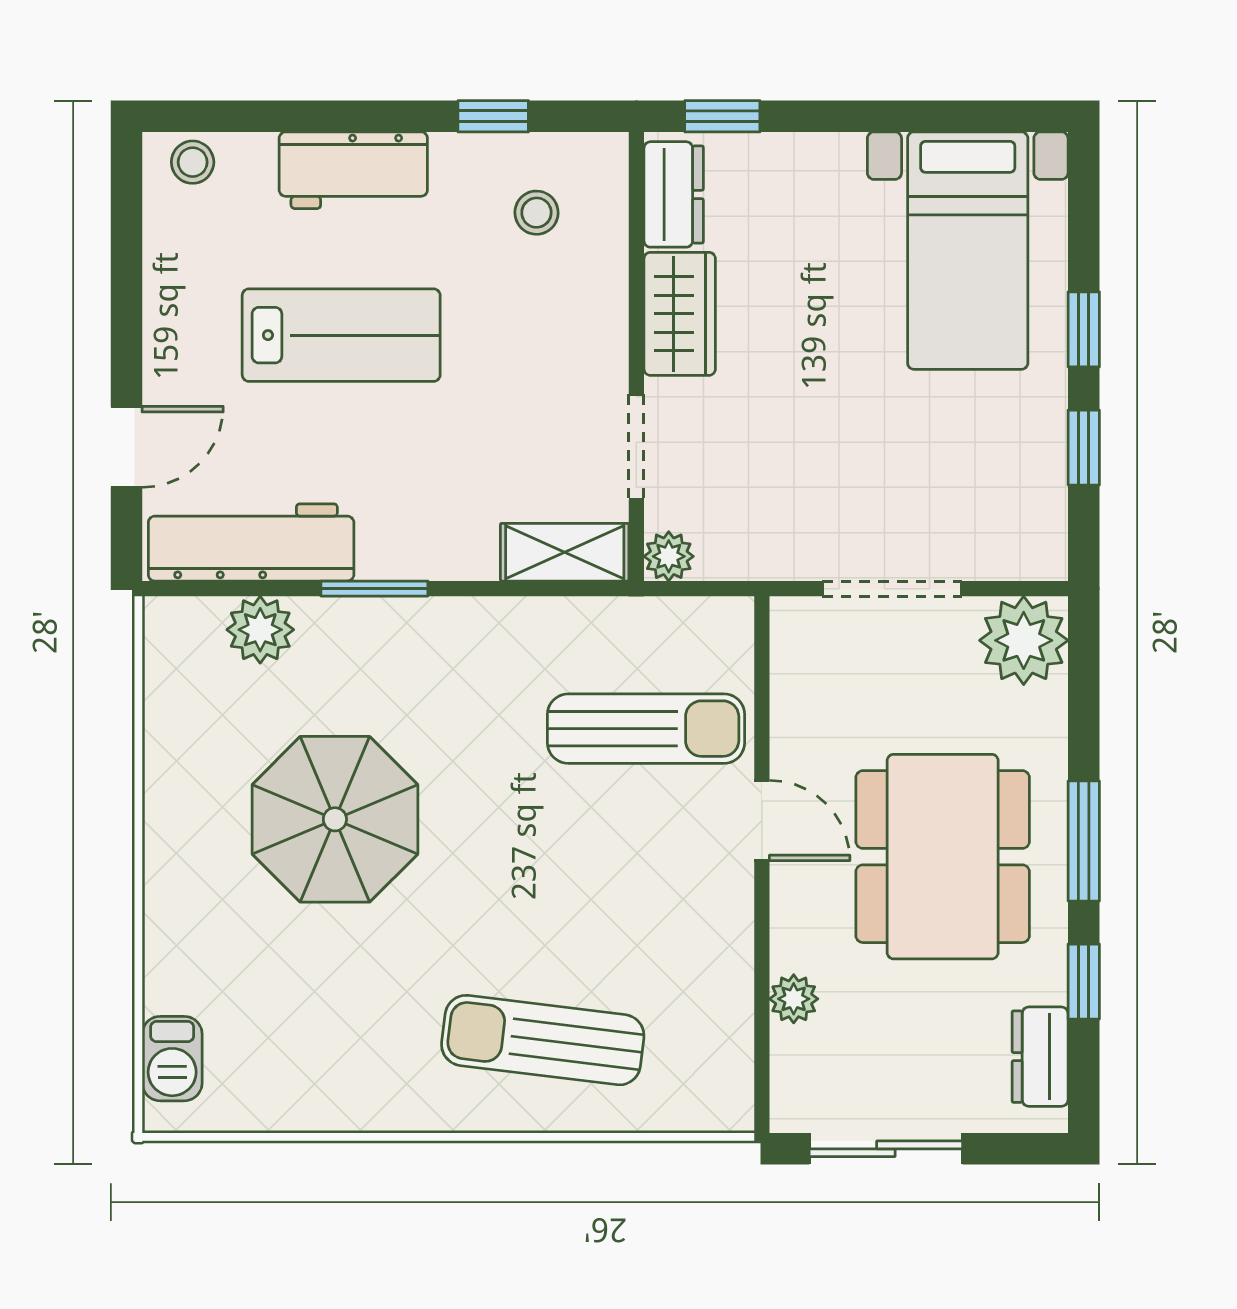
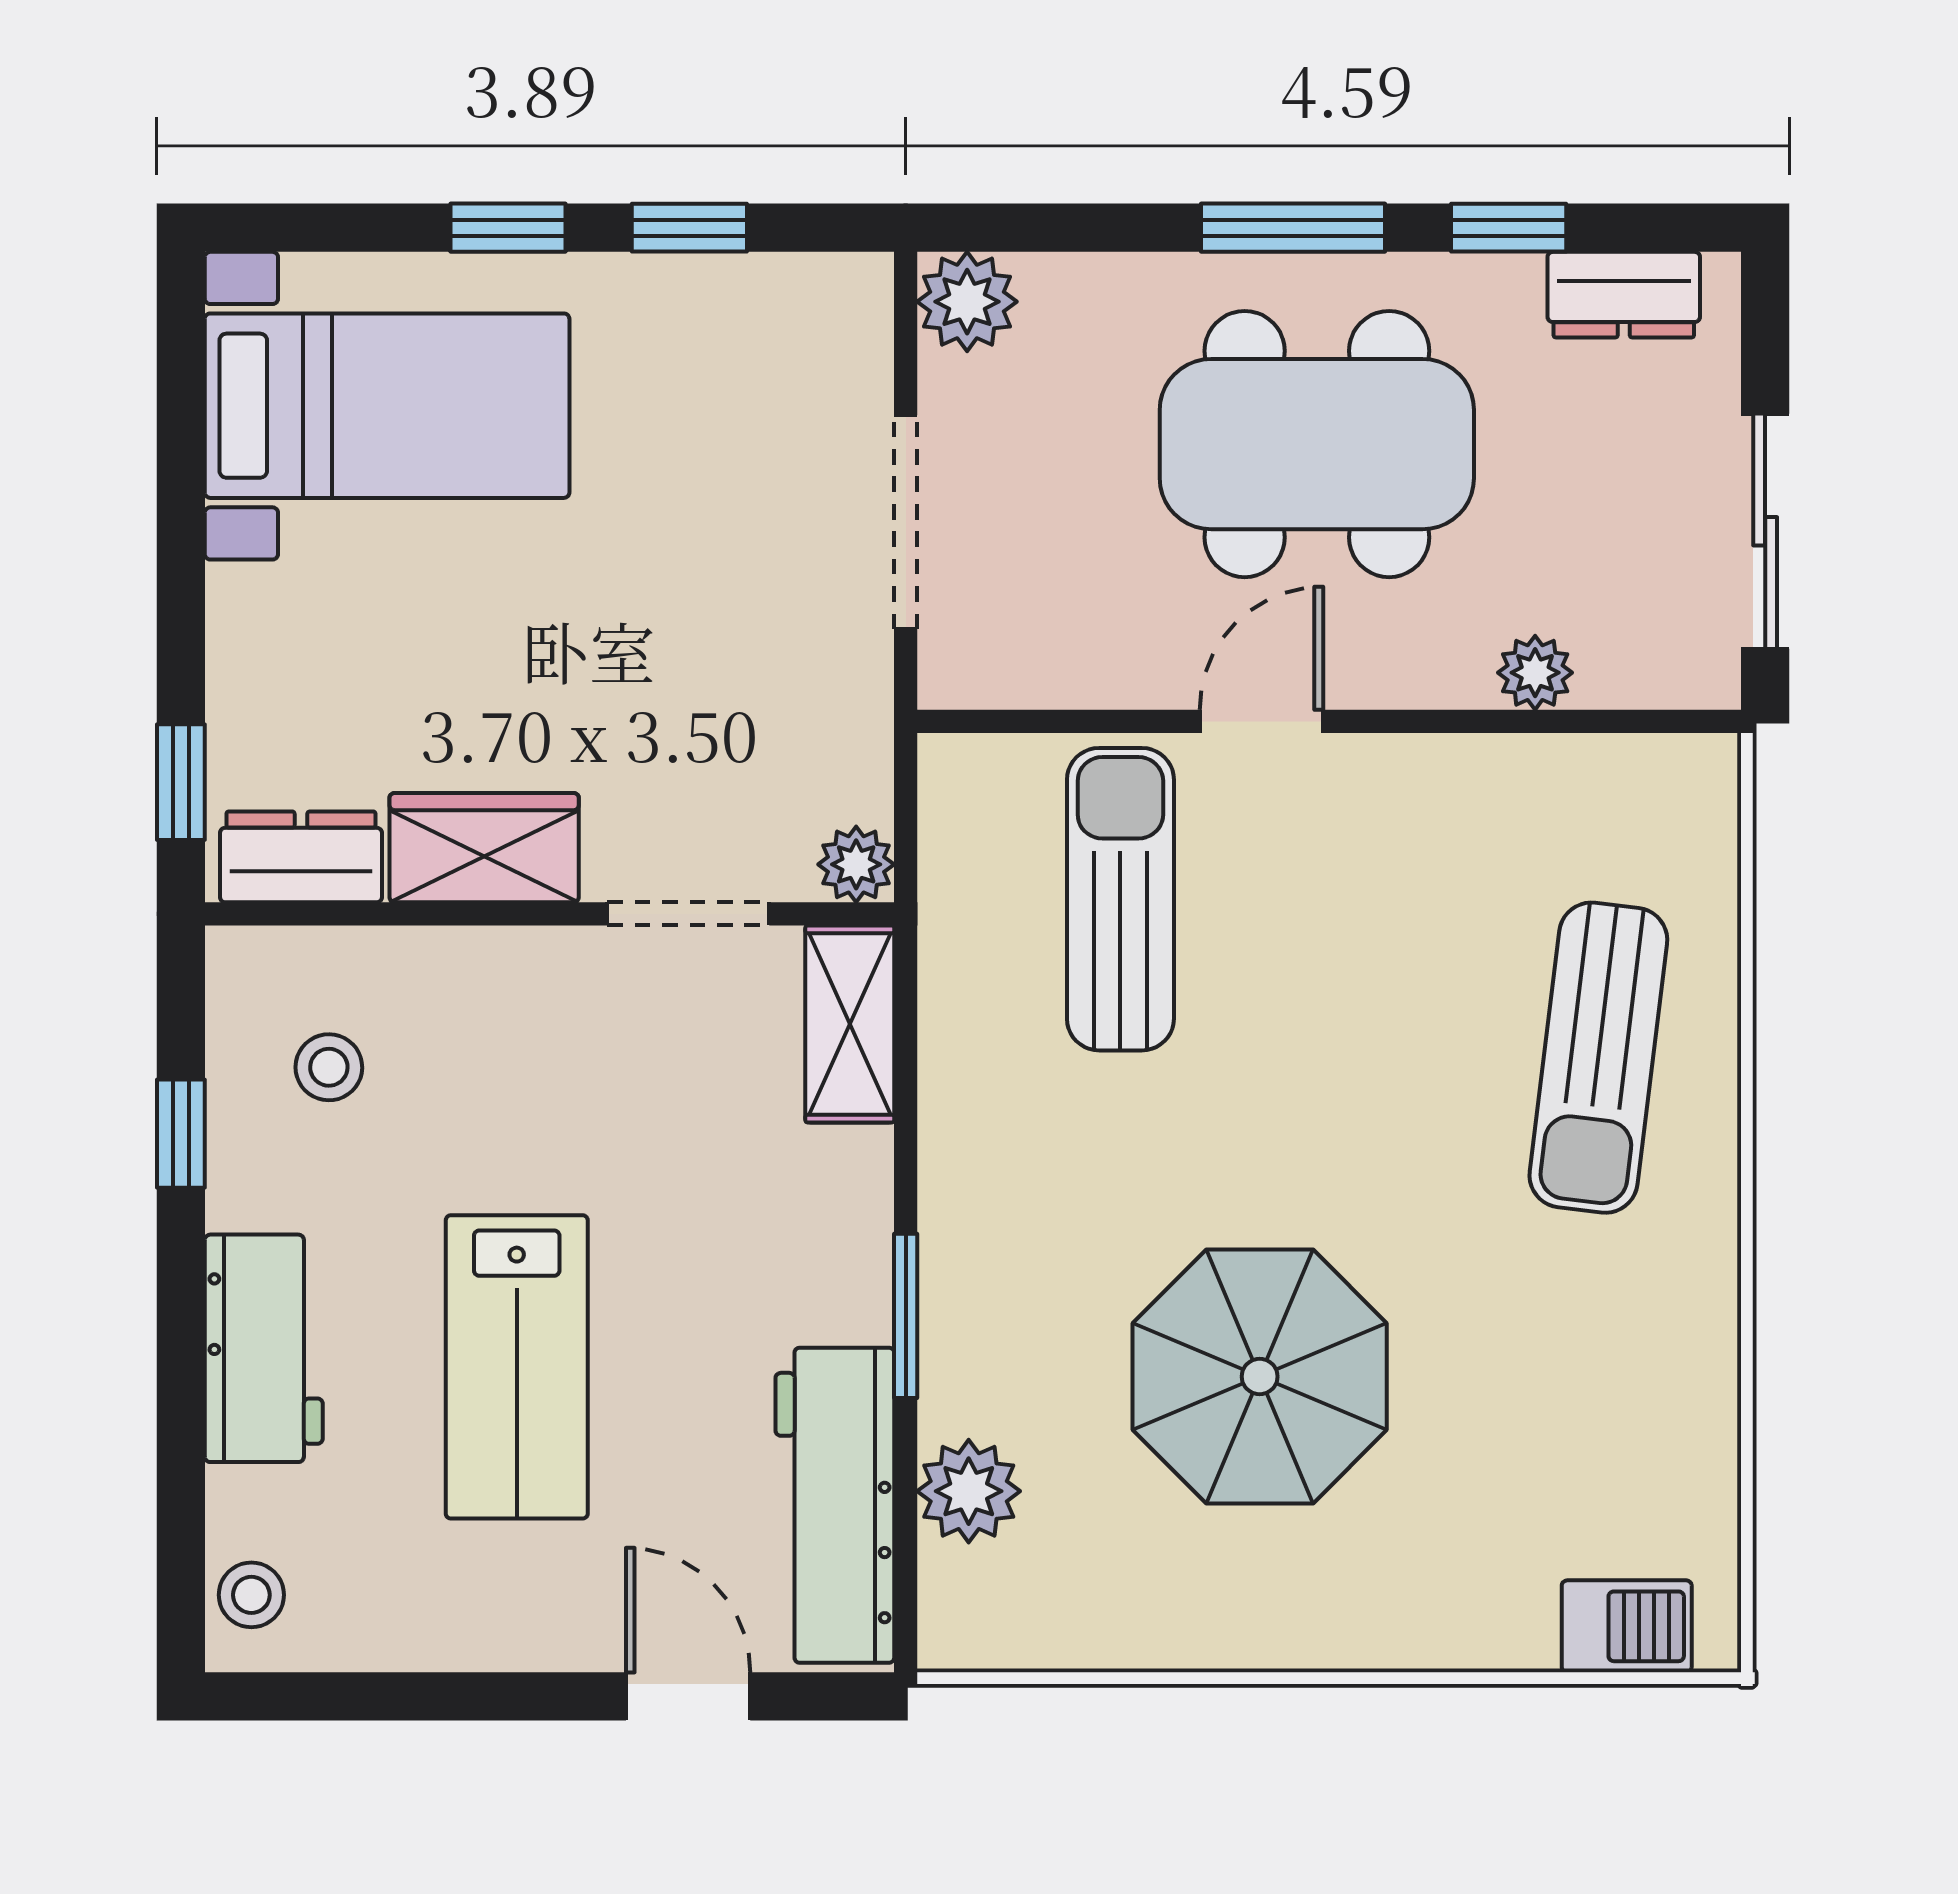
lab bench: (341, 335) -> (517, 1367), turned 180
plant: (1024, 640) -> (967, 302), width x0.73, depth x0.73

